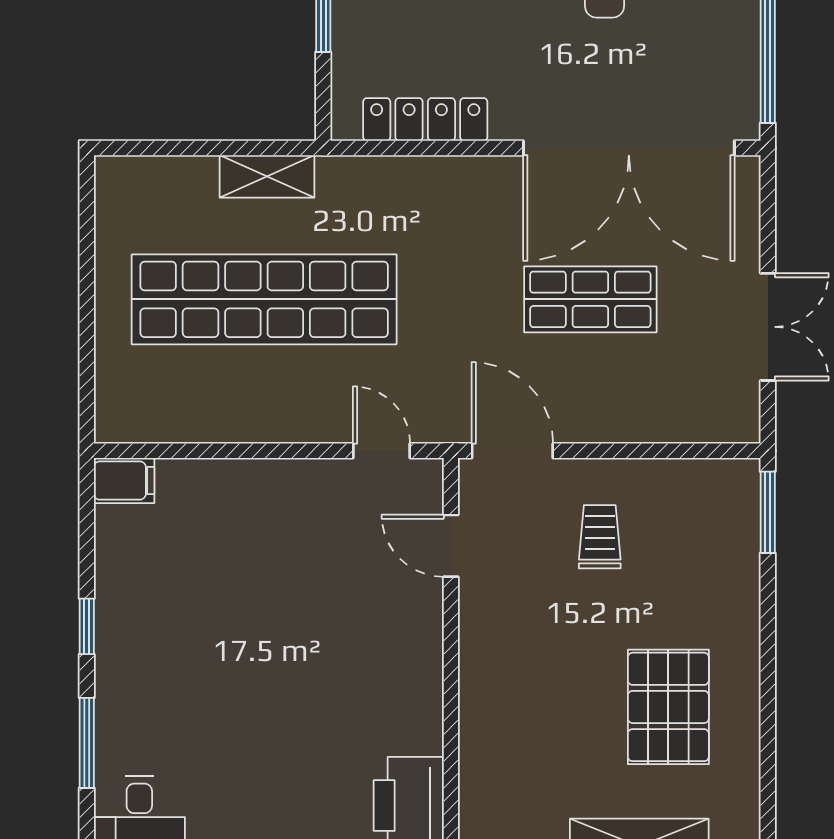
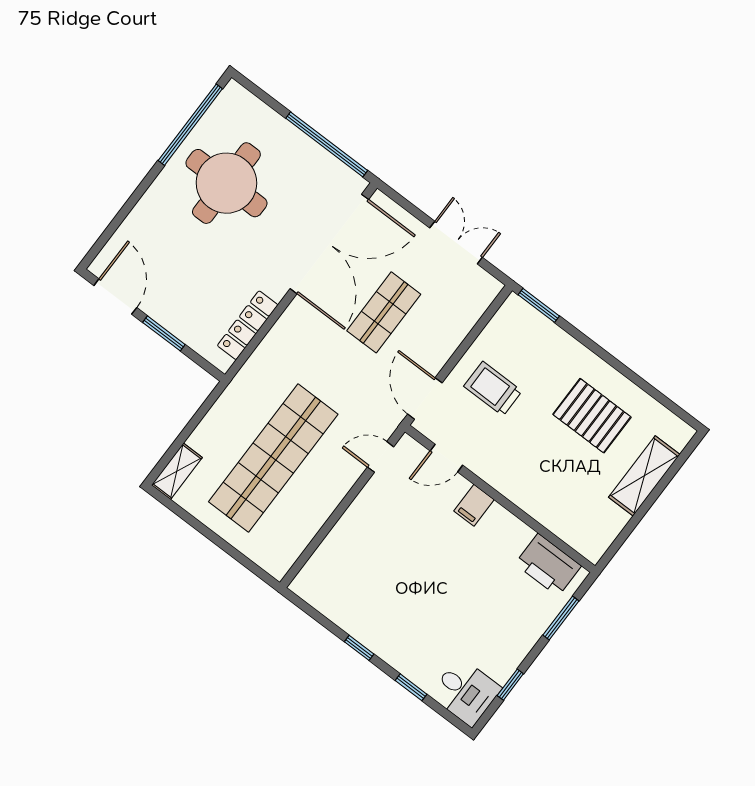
shelving: (267, 176) -> (177, 471), moved
door: (512, 451) -> (425, 399), hinge flipped
filing cabinet: (124, 481) -> (474, 505), moved, turned 180
trolley: (600, 537) -> (493, 389), width x1.36, depth x1.39
window: (87, 743) -> (411, 687), width x0.67

